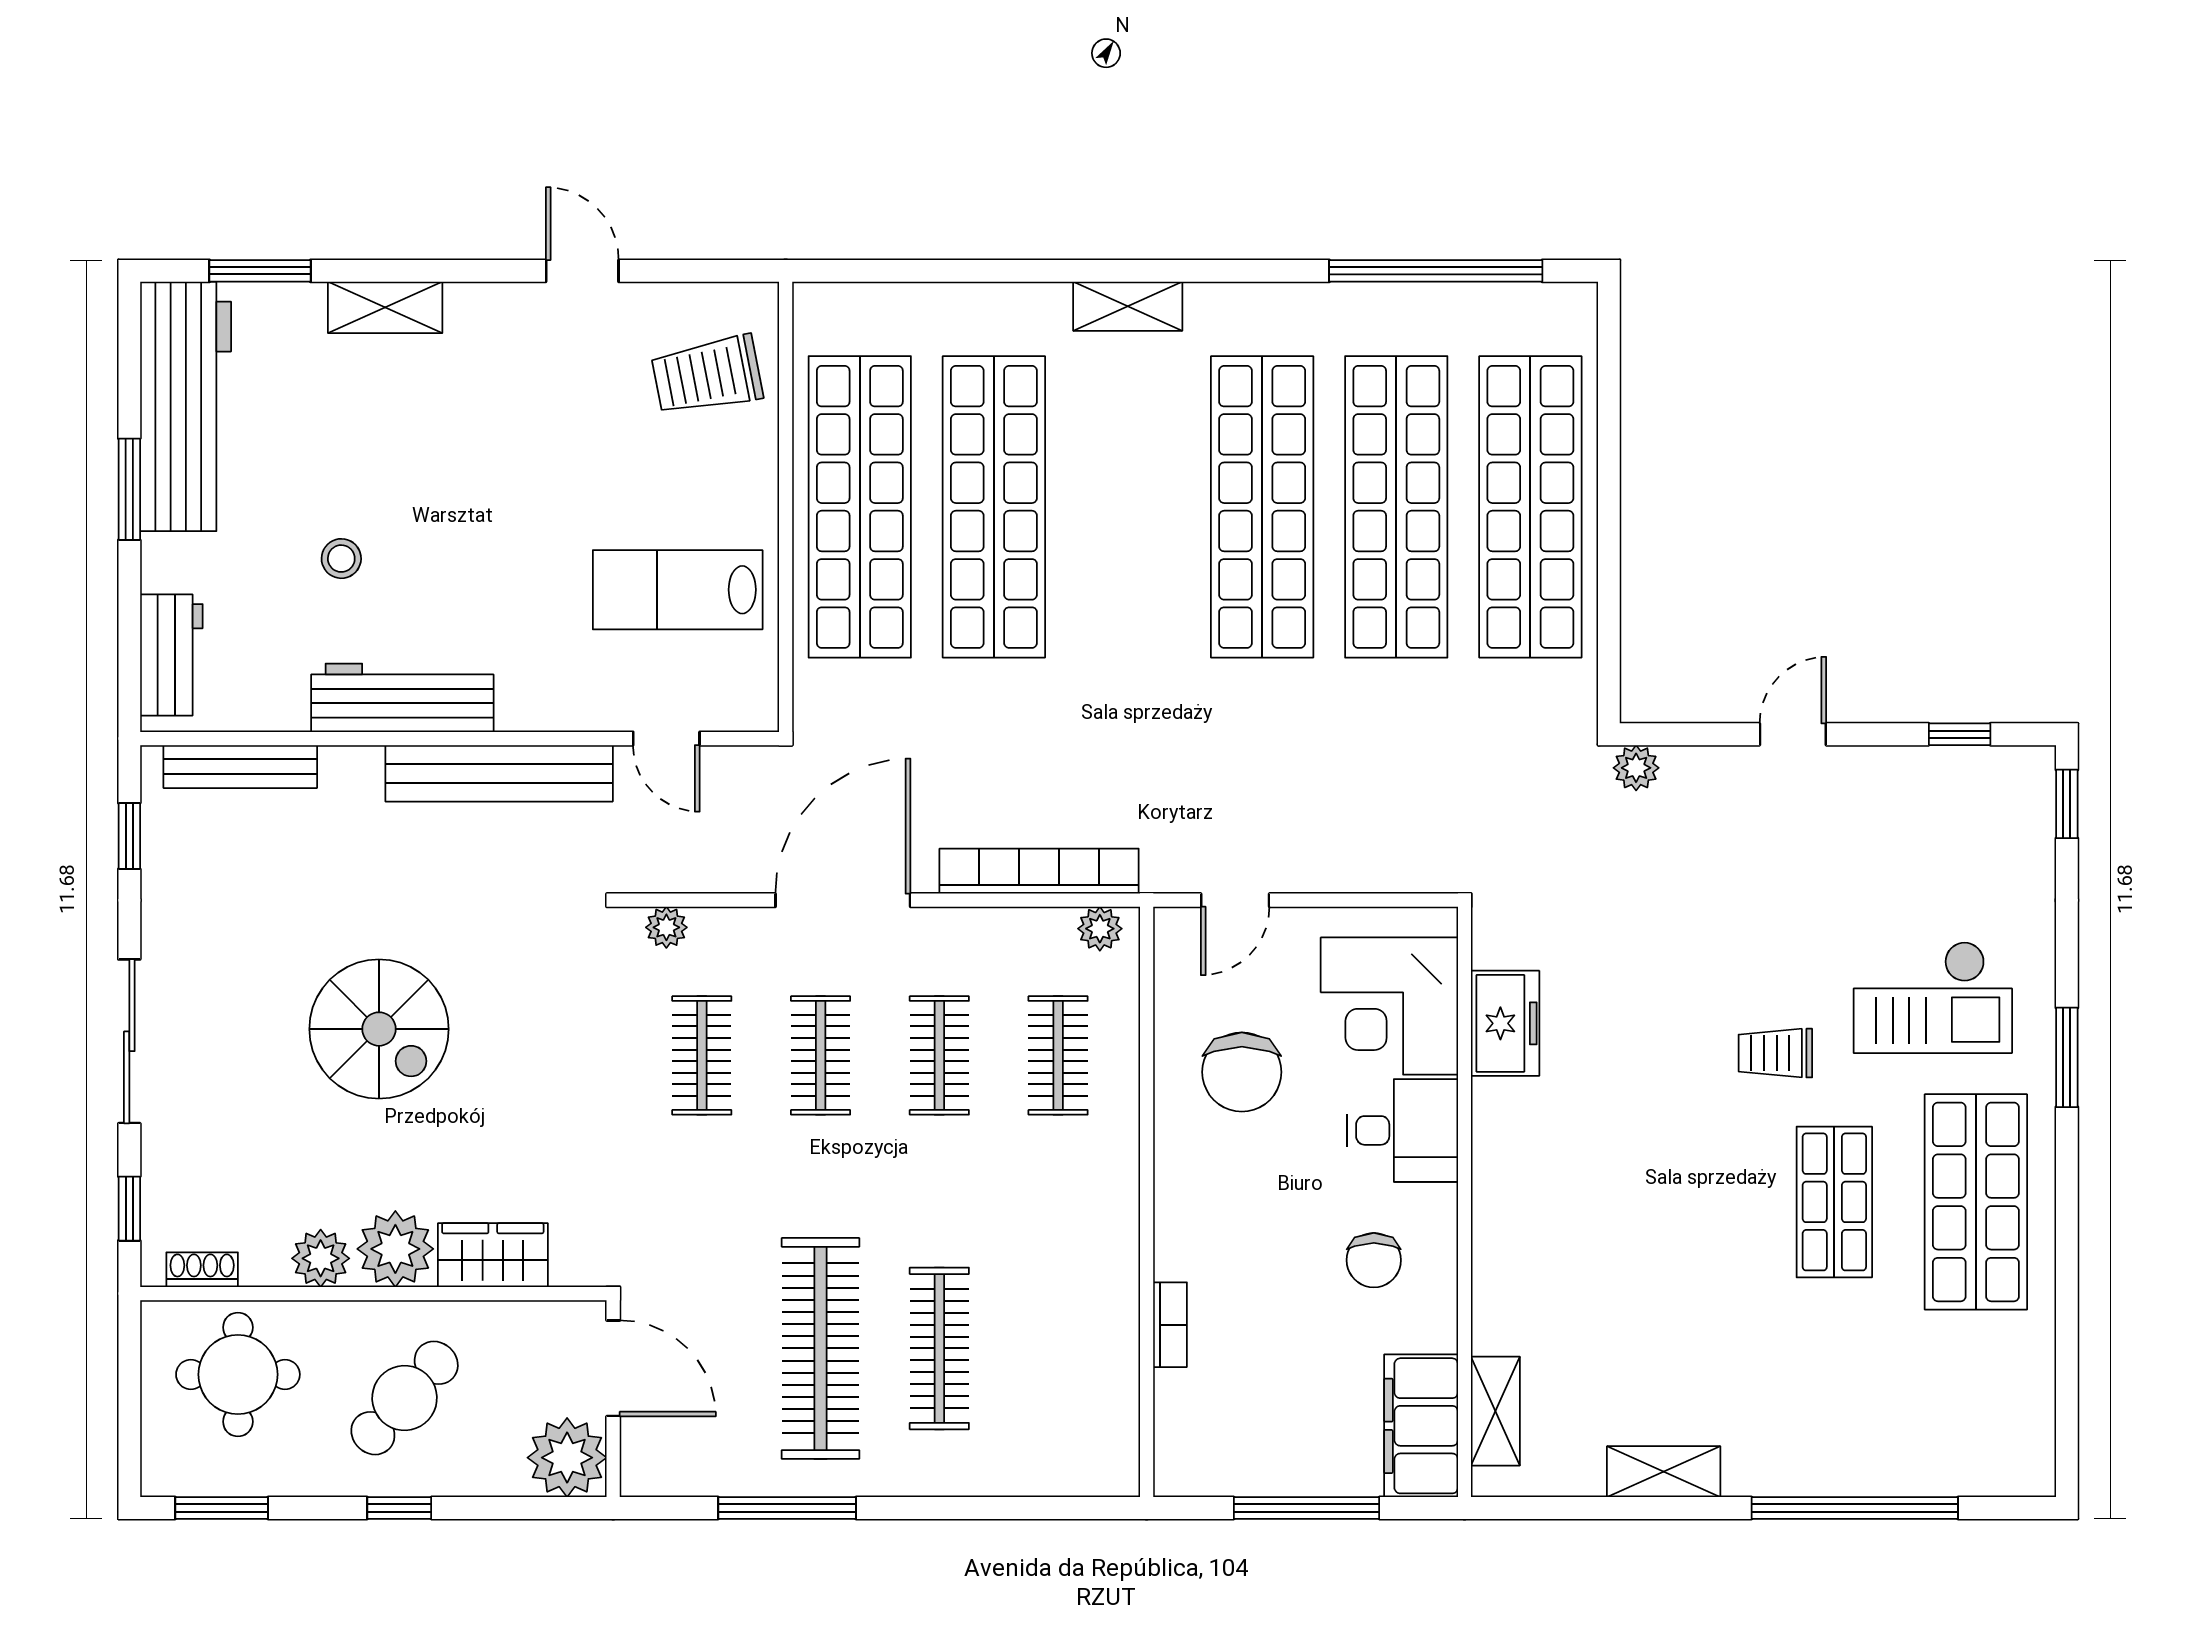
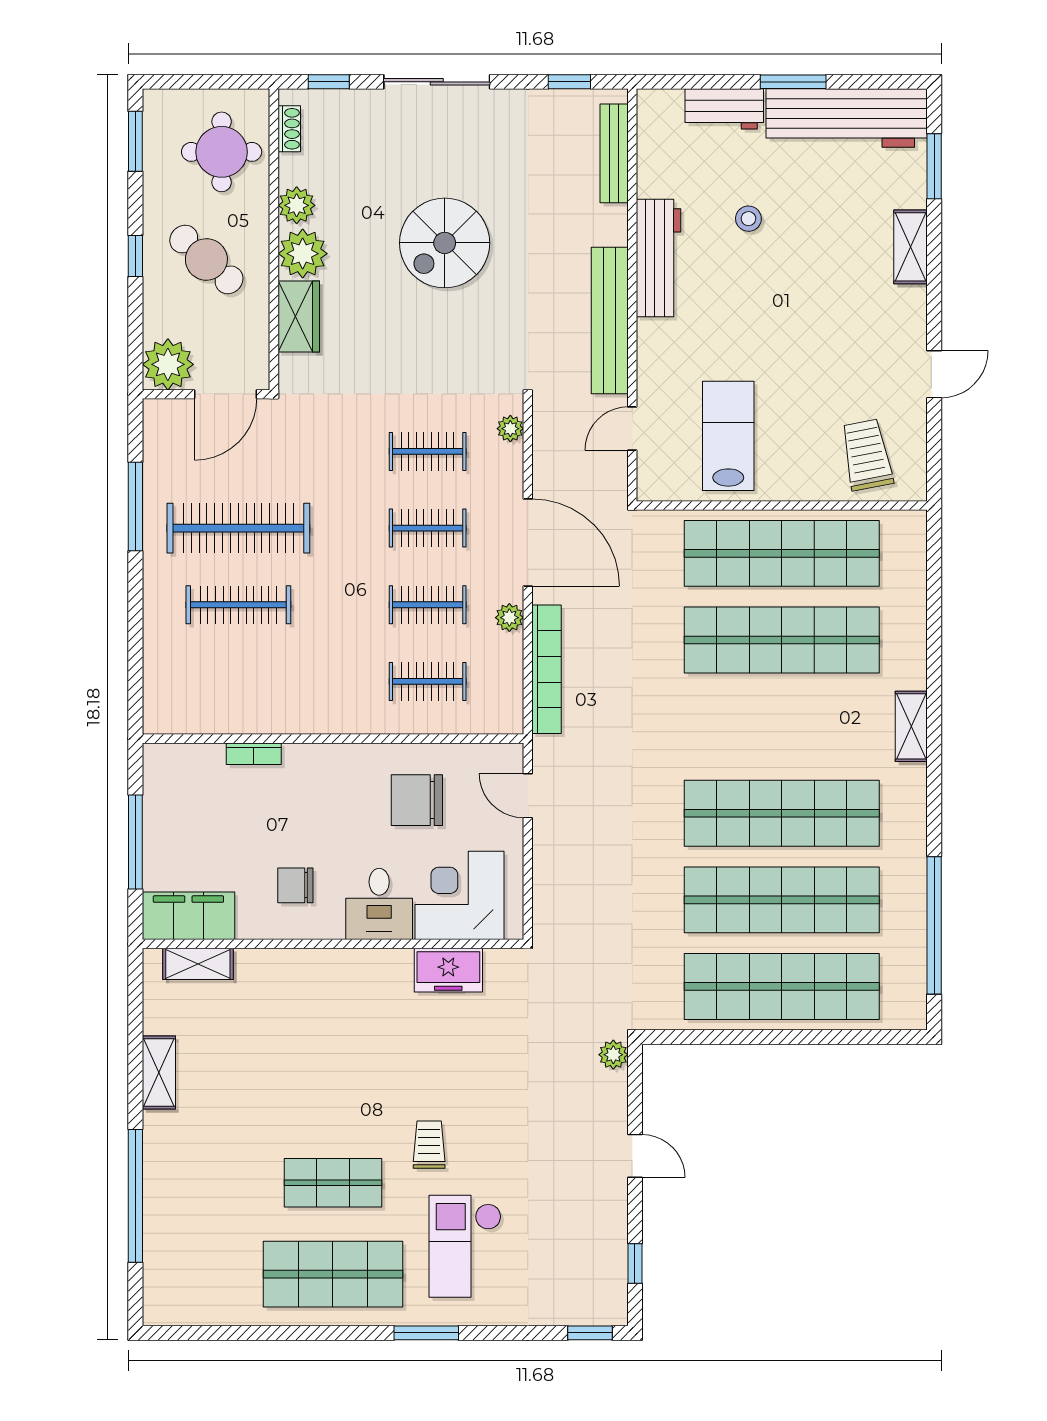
workbench: (171, 655) -> (724, 109), moved
plant: (1100, 929) -> (509, 618), moved

